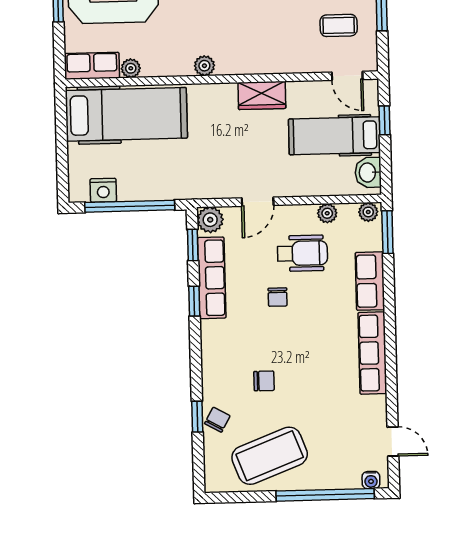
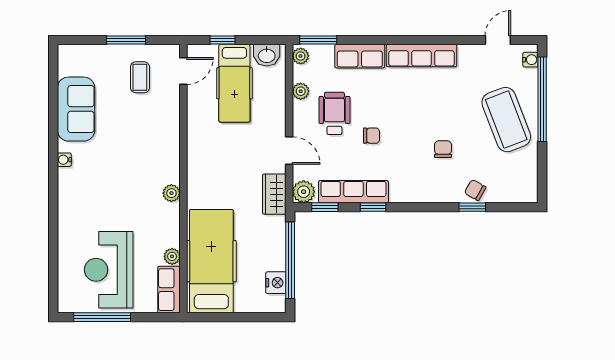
wardrobe: (262, 95) -> (274, 194), moved, turned 180
coffee table: (270, 456) -> (506, 120), moved

